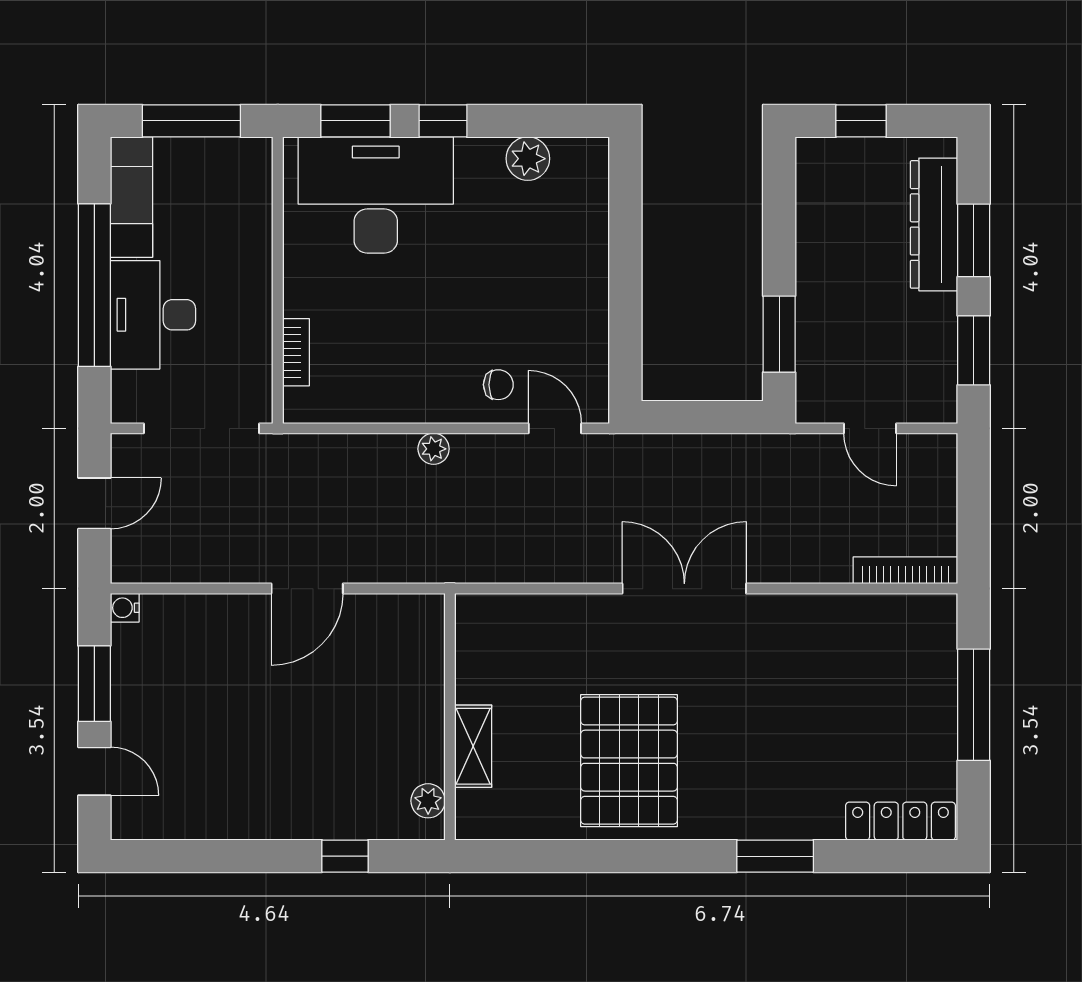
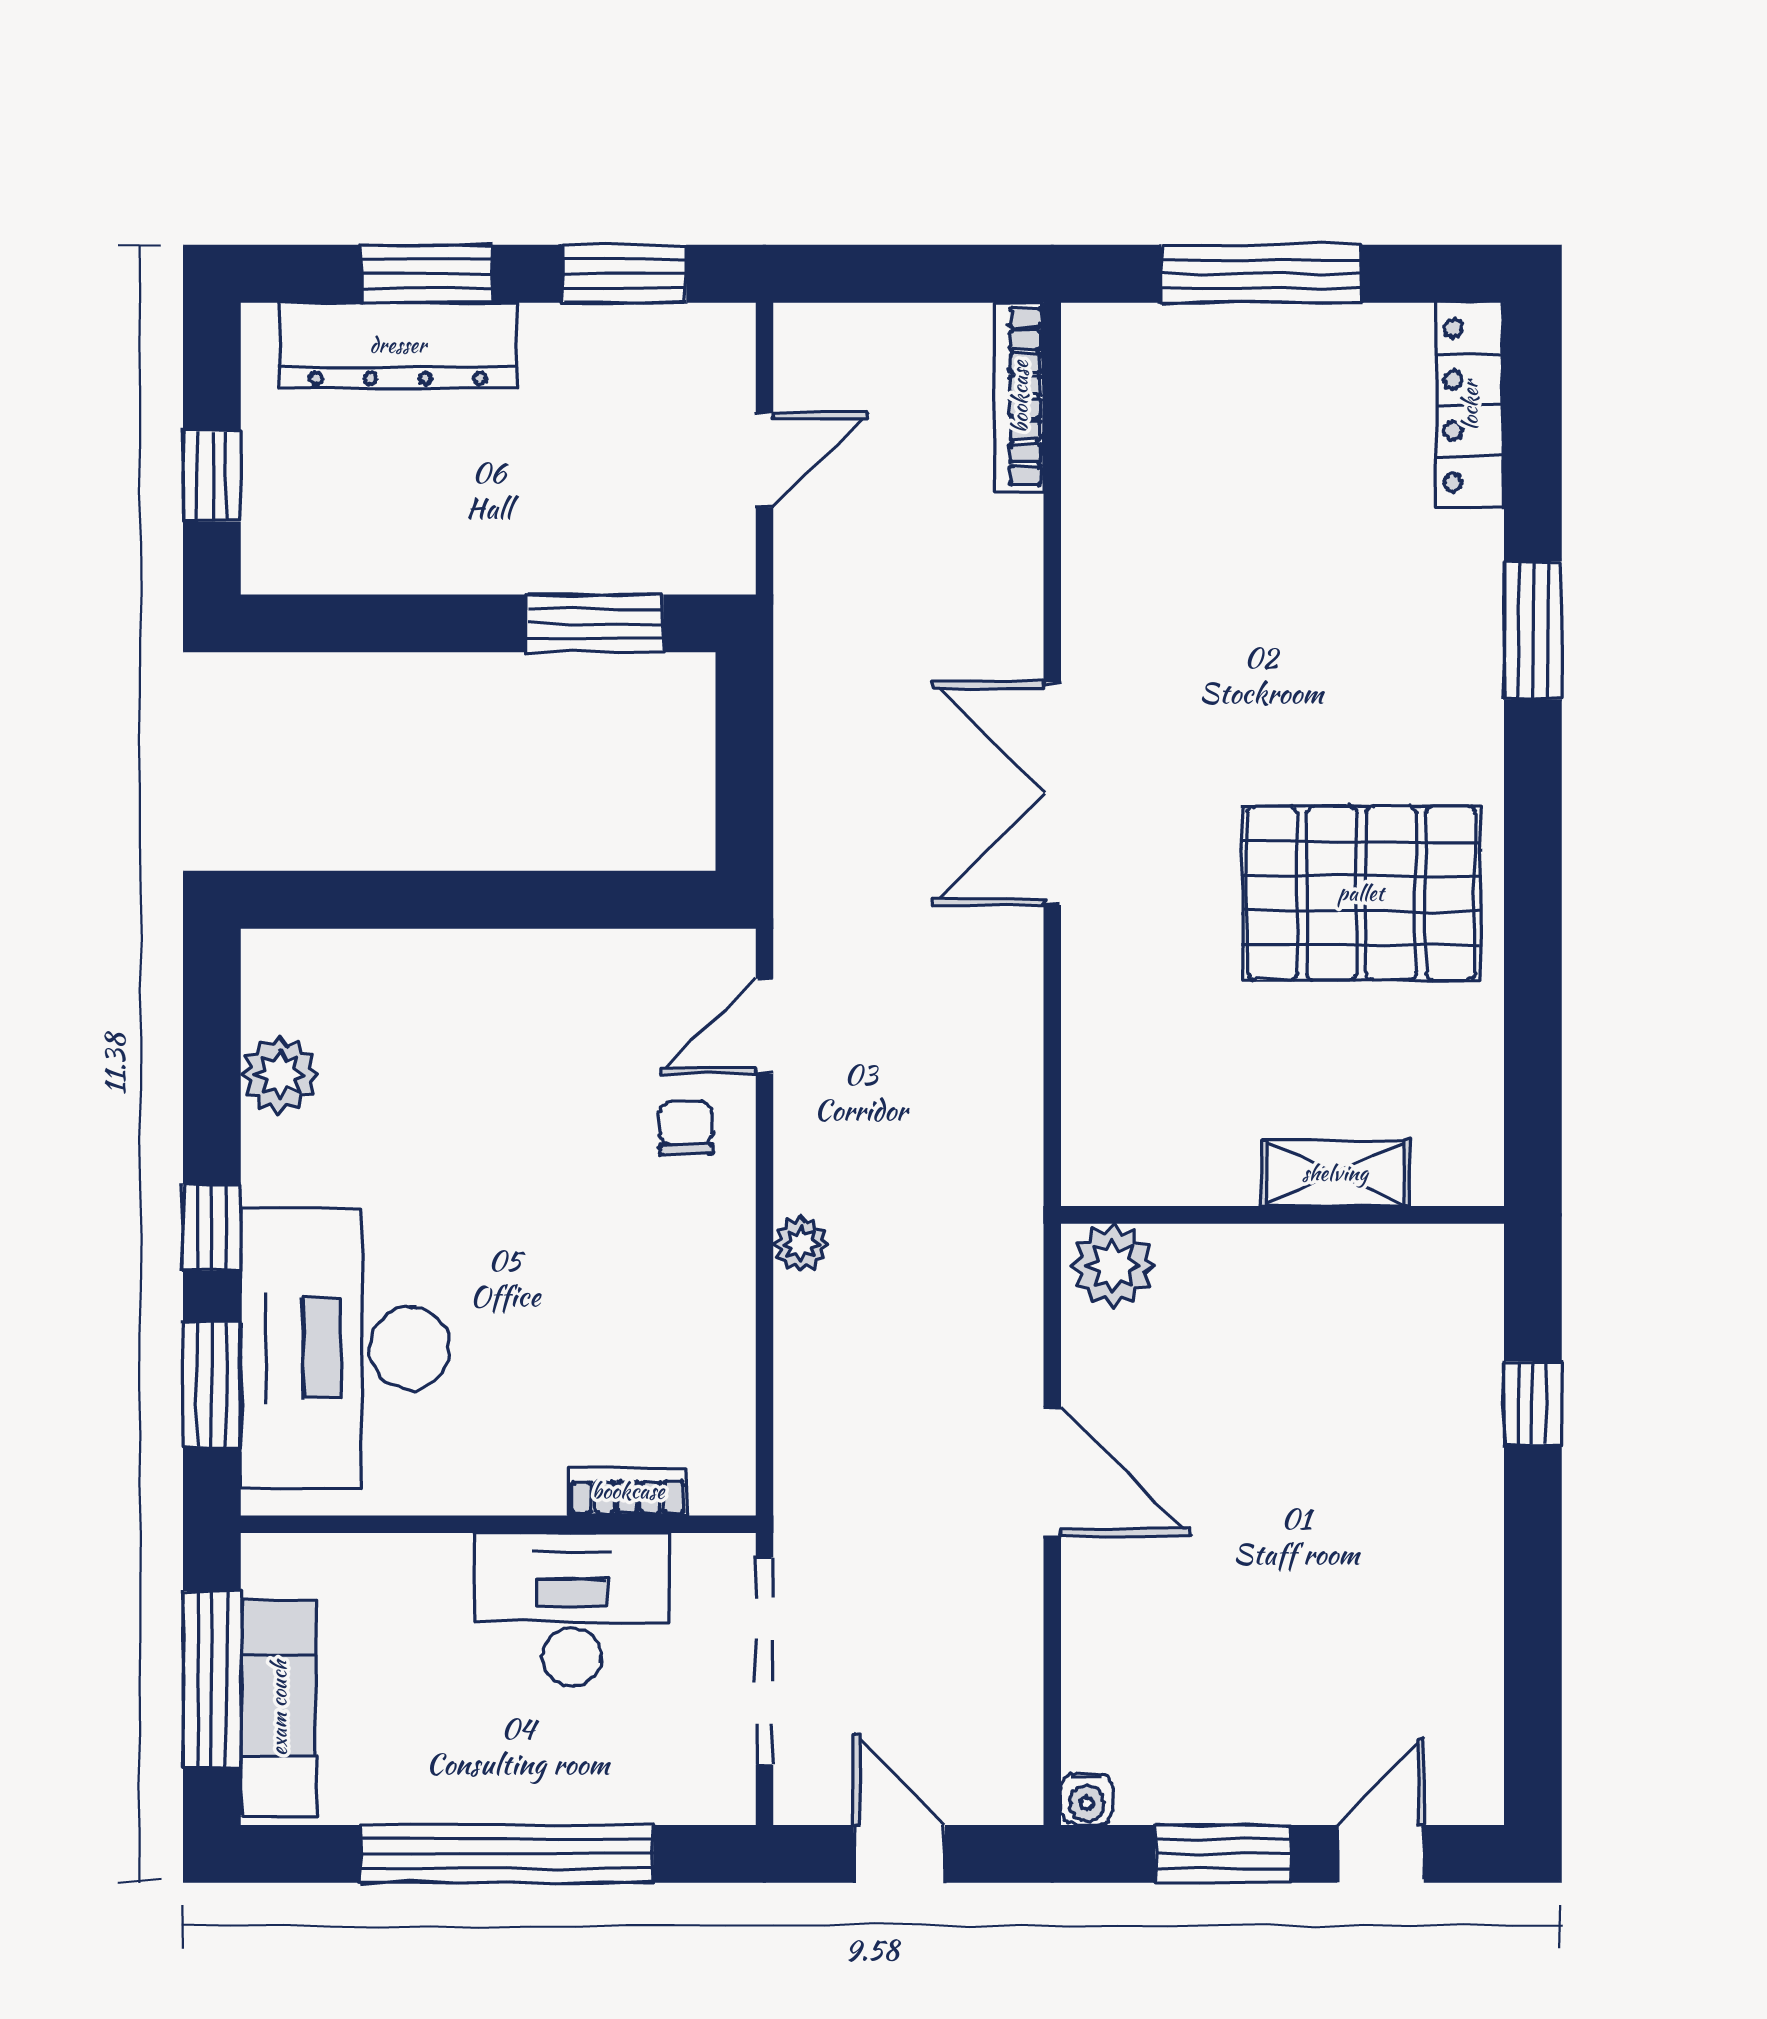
exam couch: (131, 197) -> (279, 1708), moved, turned 90
desk: (153, 315) -> (571, 1609), moved, turned 180
plant: (428, 801) -> (1113, 1266), moved, width x1.38, depth x1.38

